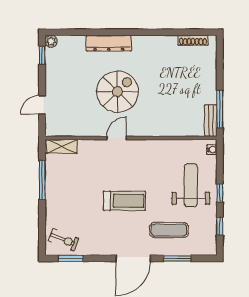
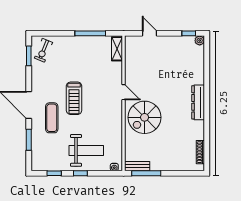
dresser: (109, 43) -> (198, 102), moved
spiral stairs: (117, 92) -> (145, 117), moved, turned 90
exercise mat: (169, 230) -> (52, 118), moved

